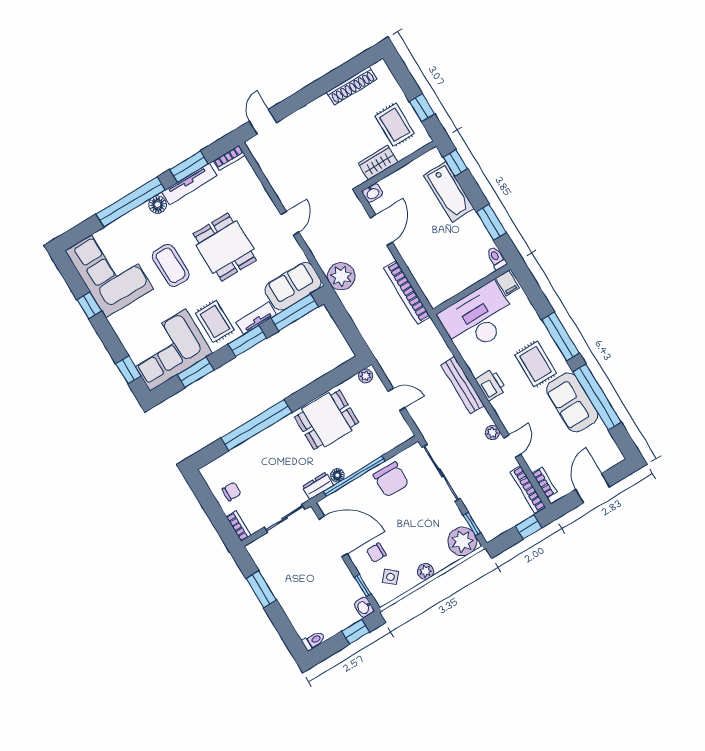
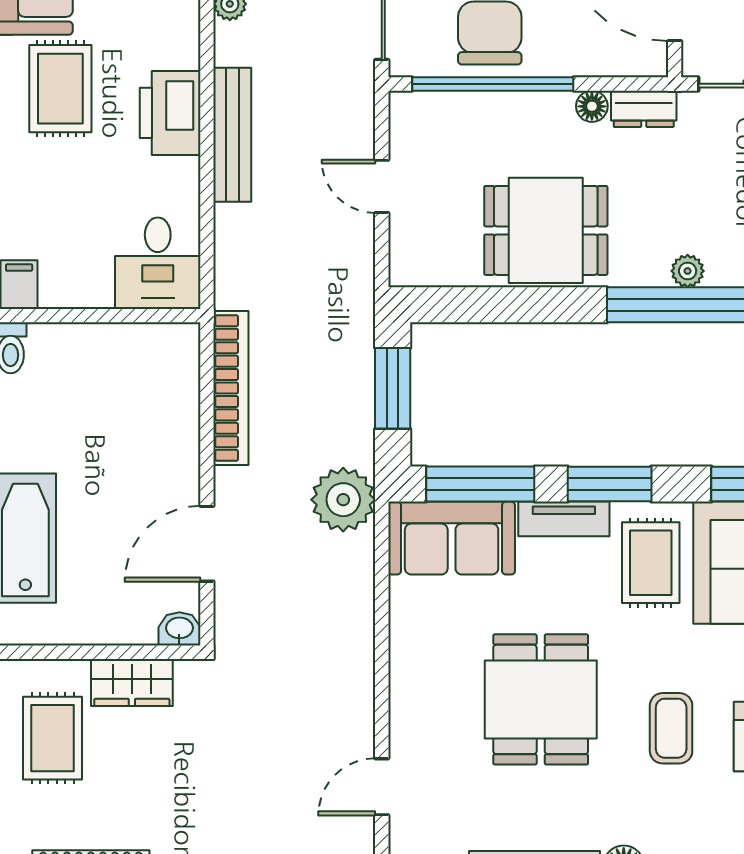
door: (290, 223) -> (382, 787), moved
coffee table: (171, 265) -> (671, 728), width x0.73, depth x0.77
desk: (478, 319) -> (158, 263), width x0.53, depth x0.77
window: (348, 328) -> (393, 388), added
plant: (366, 376) -> (688, 271), moved
printer: (491, 385) -> (170, 113), width x1.37, depth x1.19
window: (354, 476) -> (493, 84), moved

